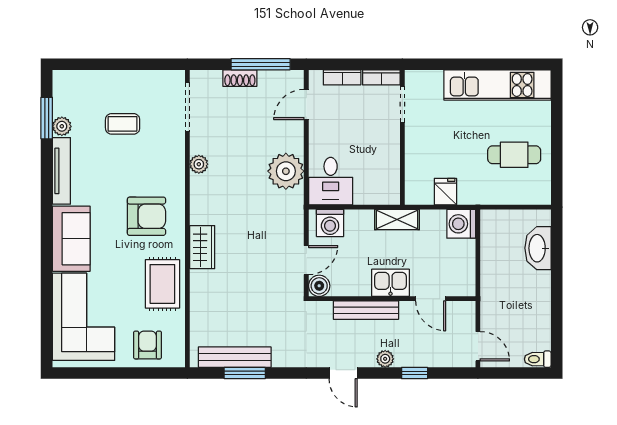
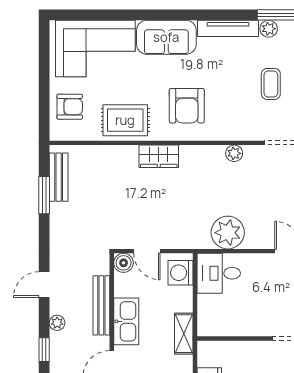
kitchen sink: (391, 283) -> (126, 321), width x1.38
bench: (235, 357) -> (59, 177), width x0.73

